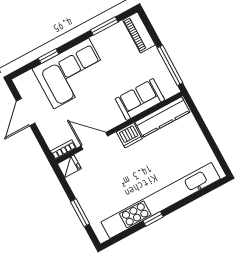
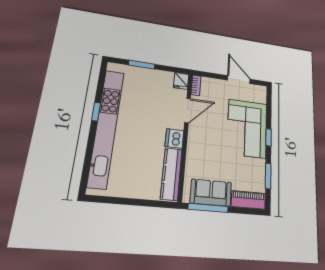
window: (48, 56) -> (269, 137), moved
sofa: (140, 99) -> (211, 193), moved, turned -90

